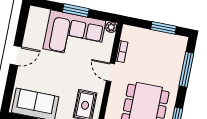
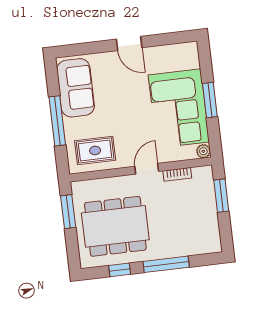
window: (164, 28) -> (221, 196), moved
window: (186, 69) -> (166, 264), moved

